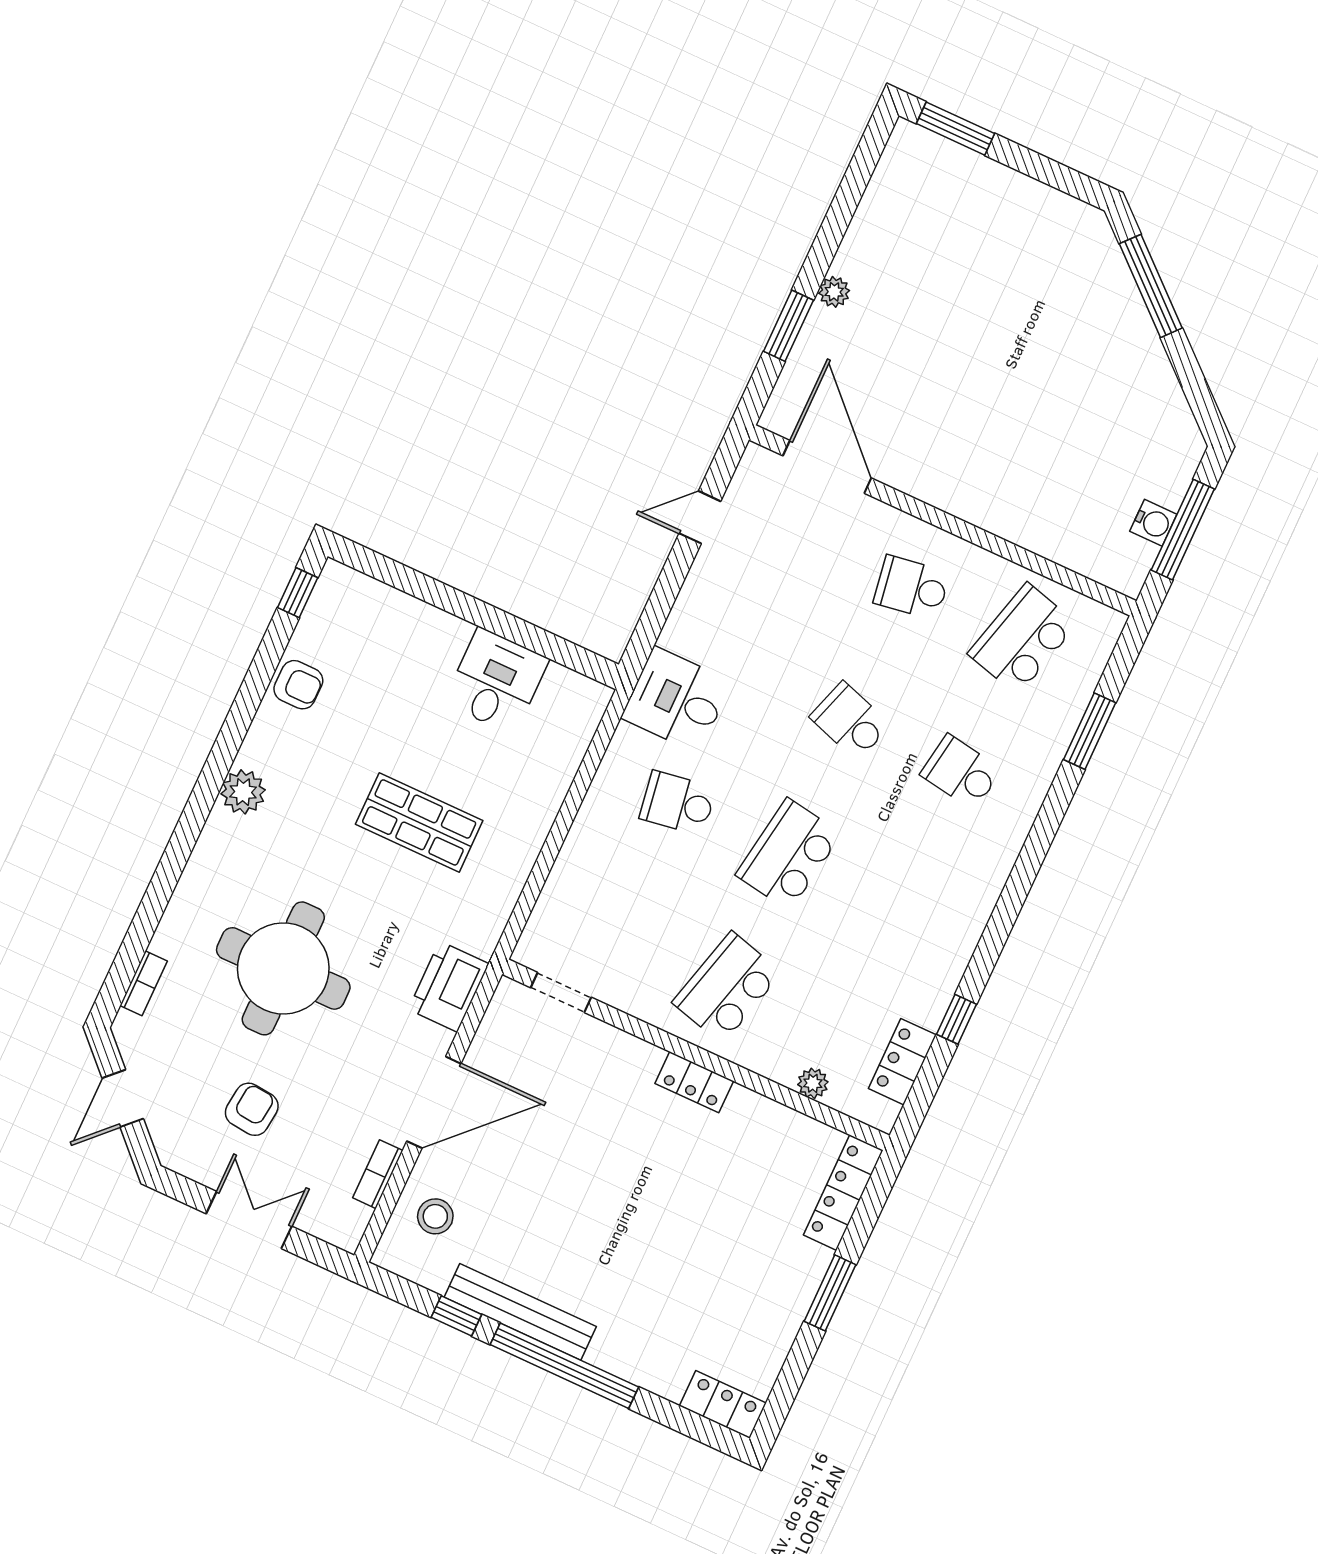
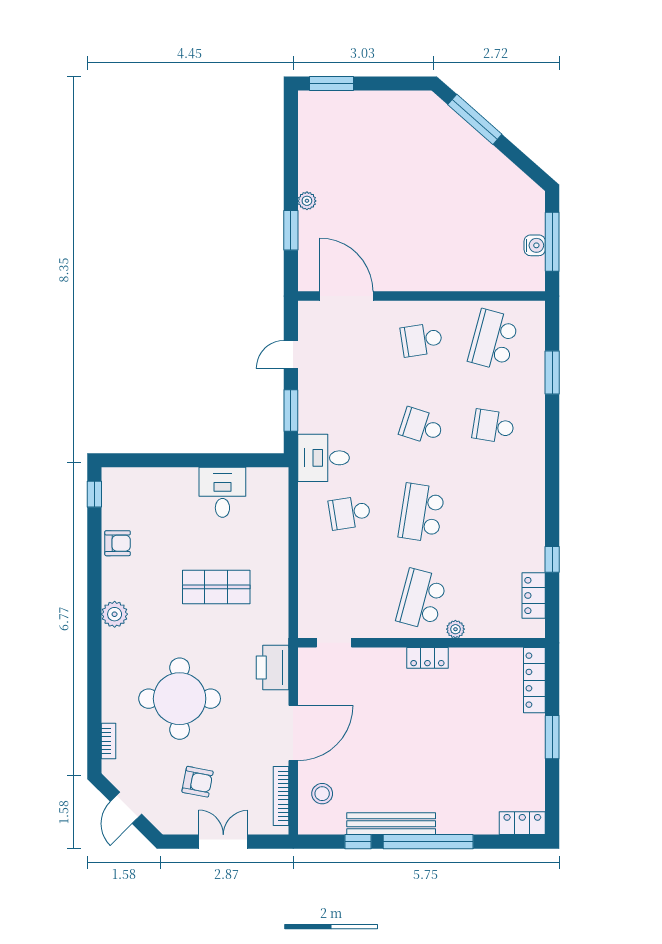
window: (660, 604) -> (291, 410), added
plant: (813, 1083) -> (455, 629), moved
armchair: (252, 1109) -> (198, 782), turned 95
bookcase: (378, 1174) -> (281, 796), width x1.56

